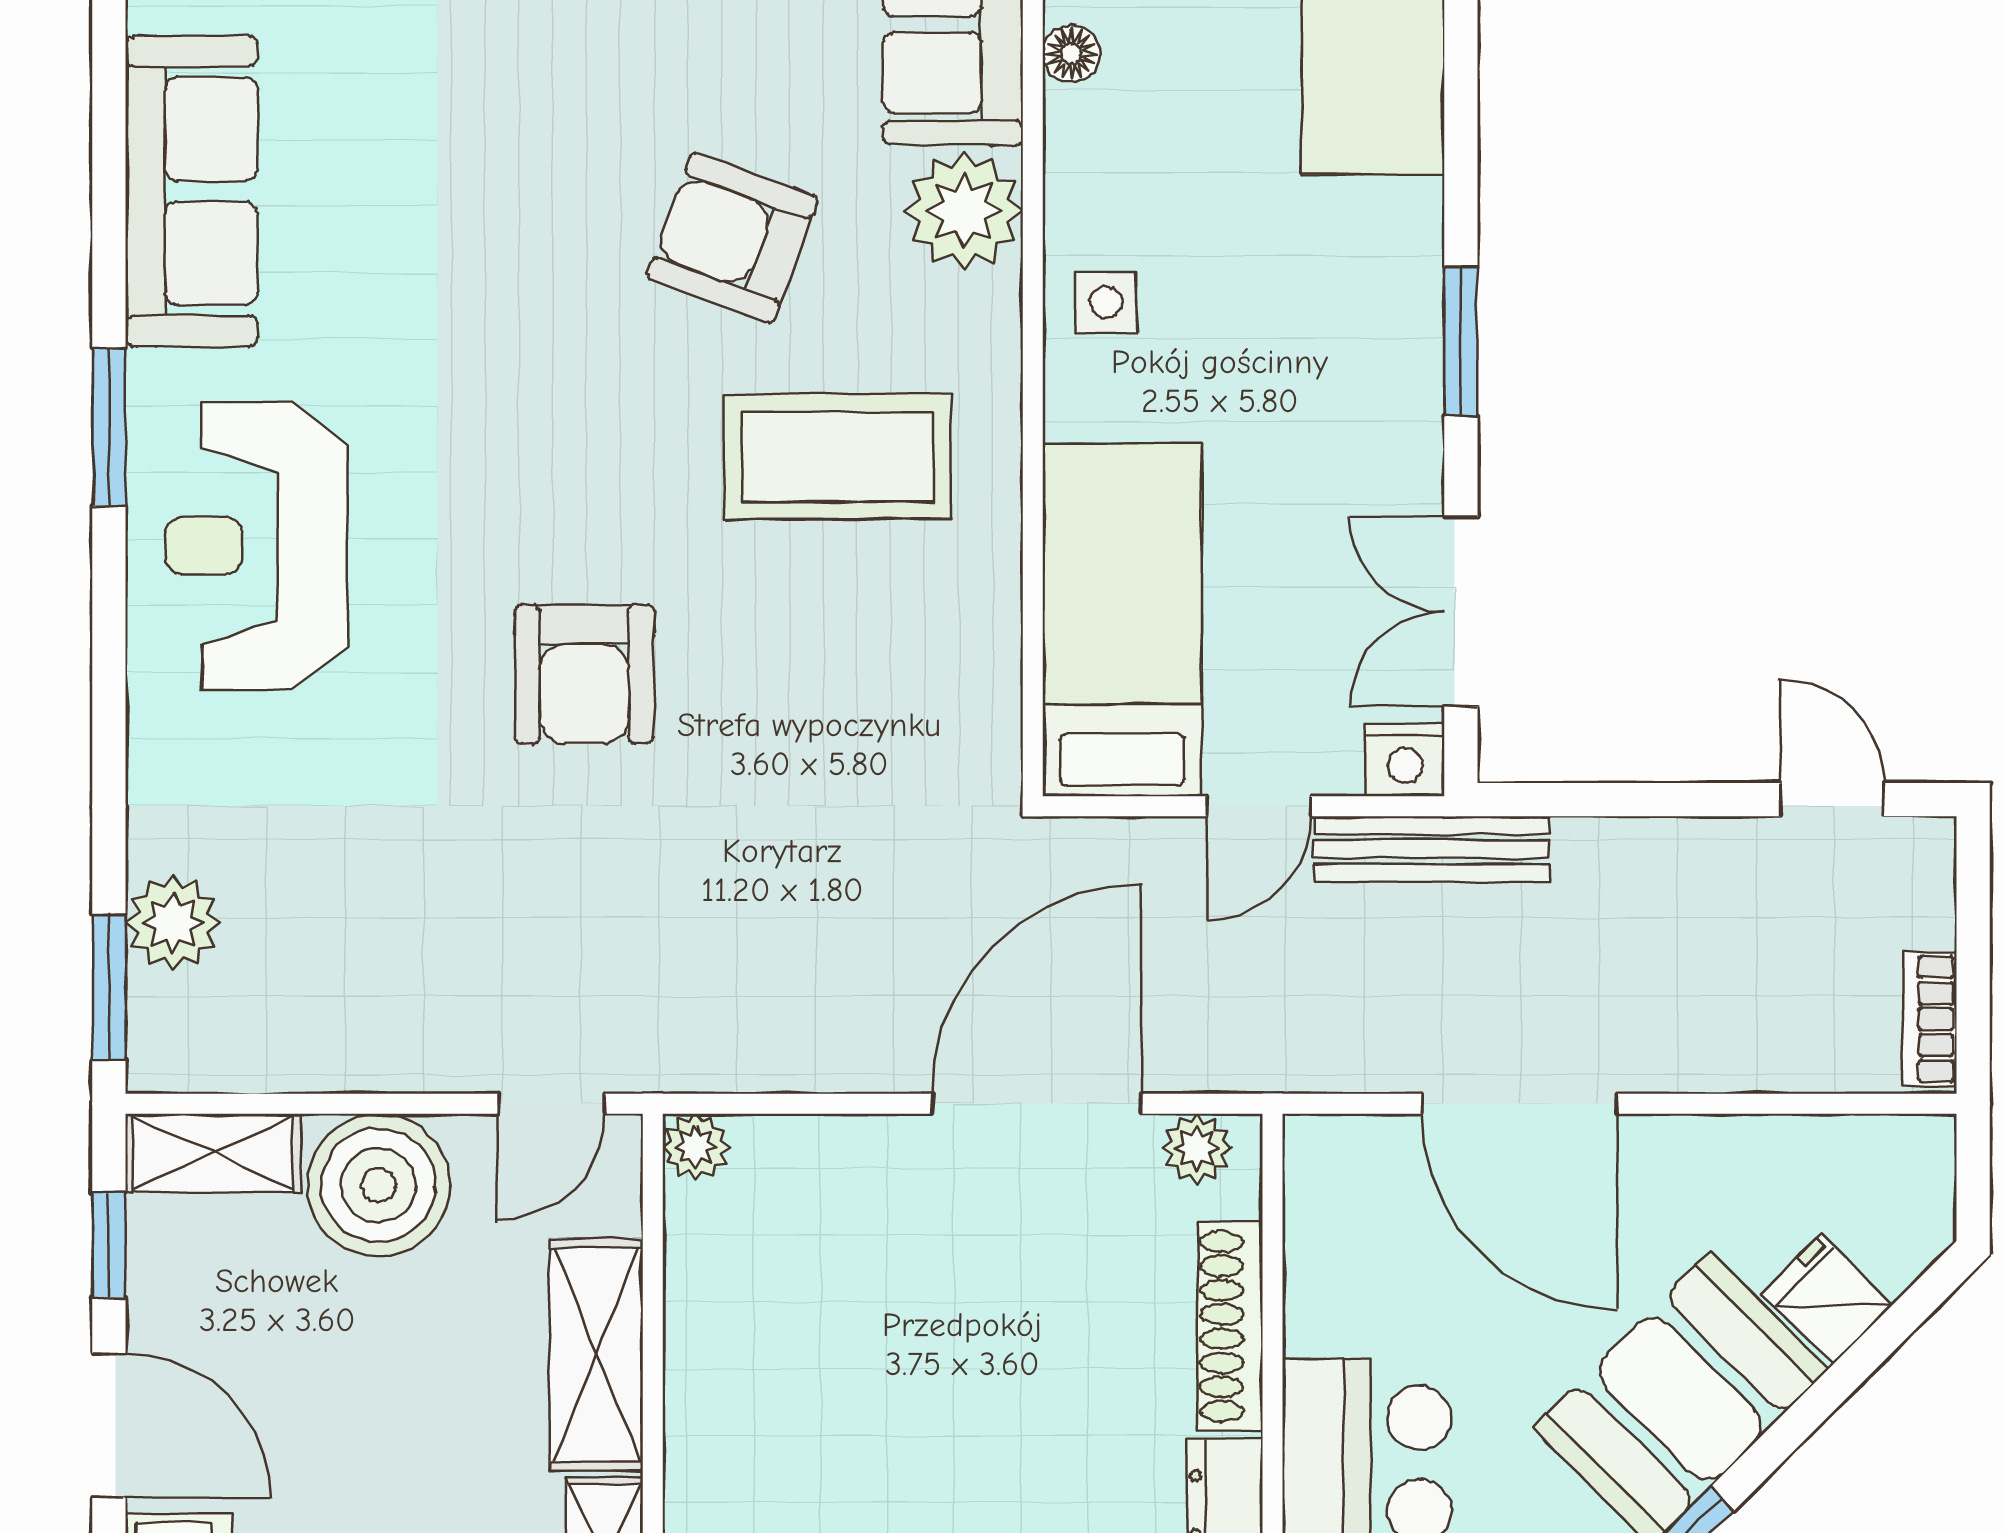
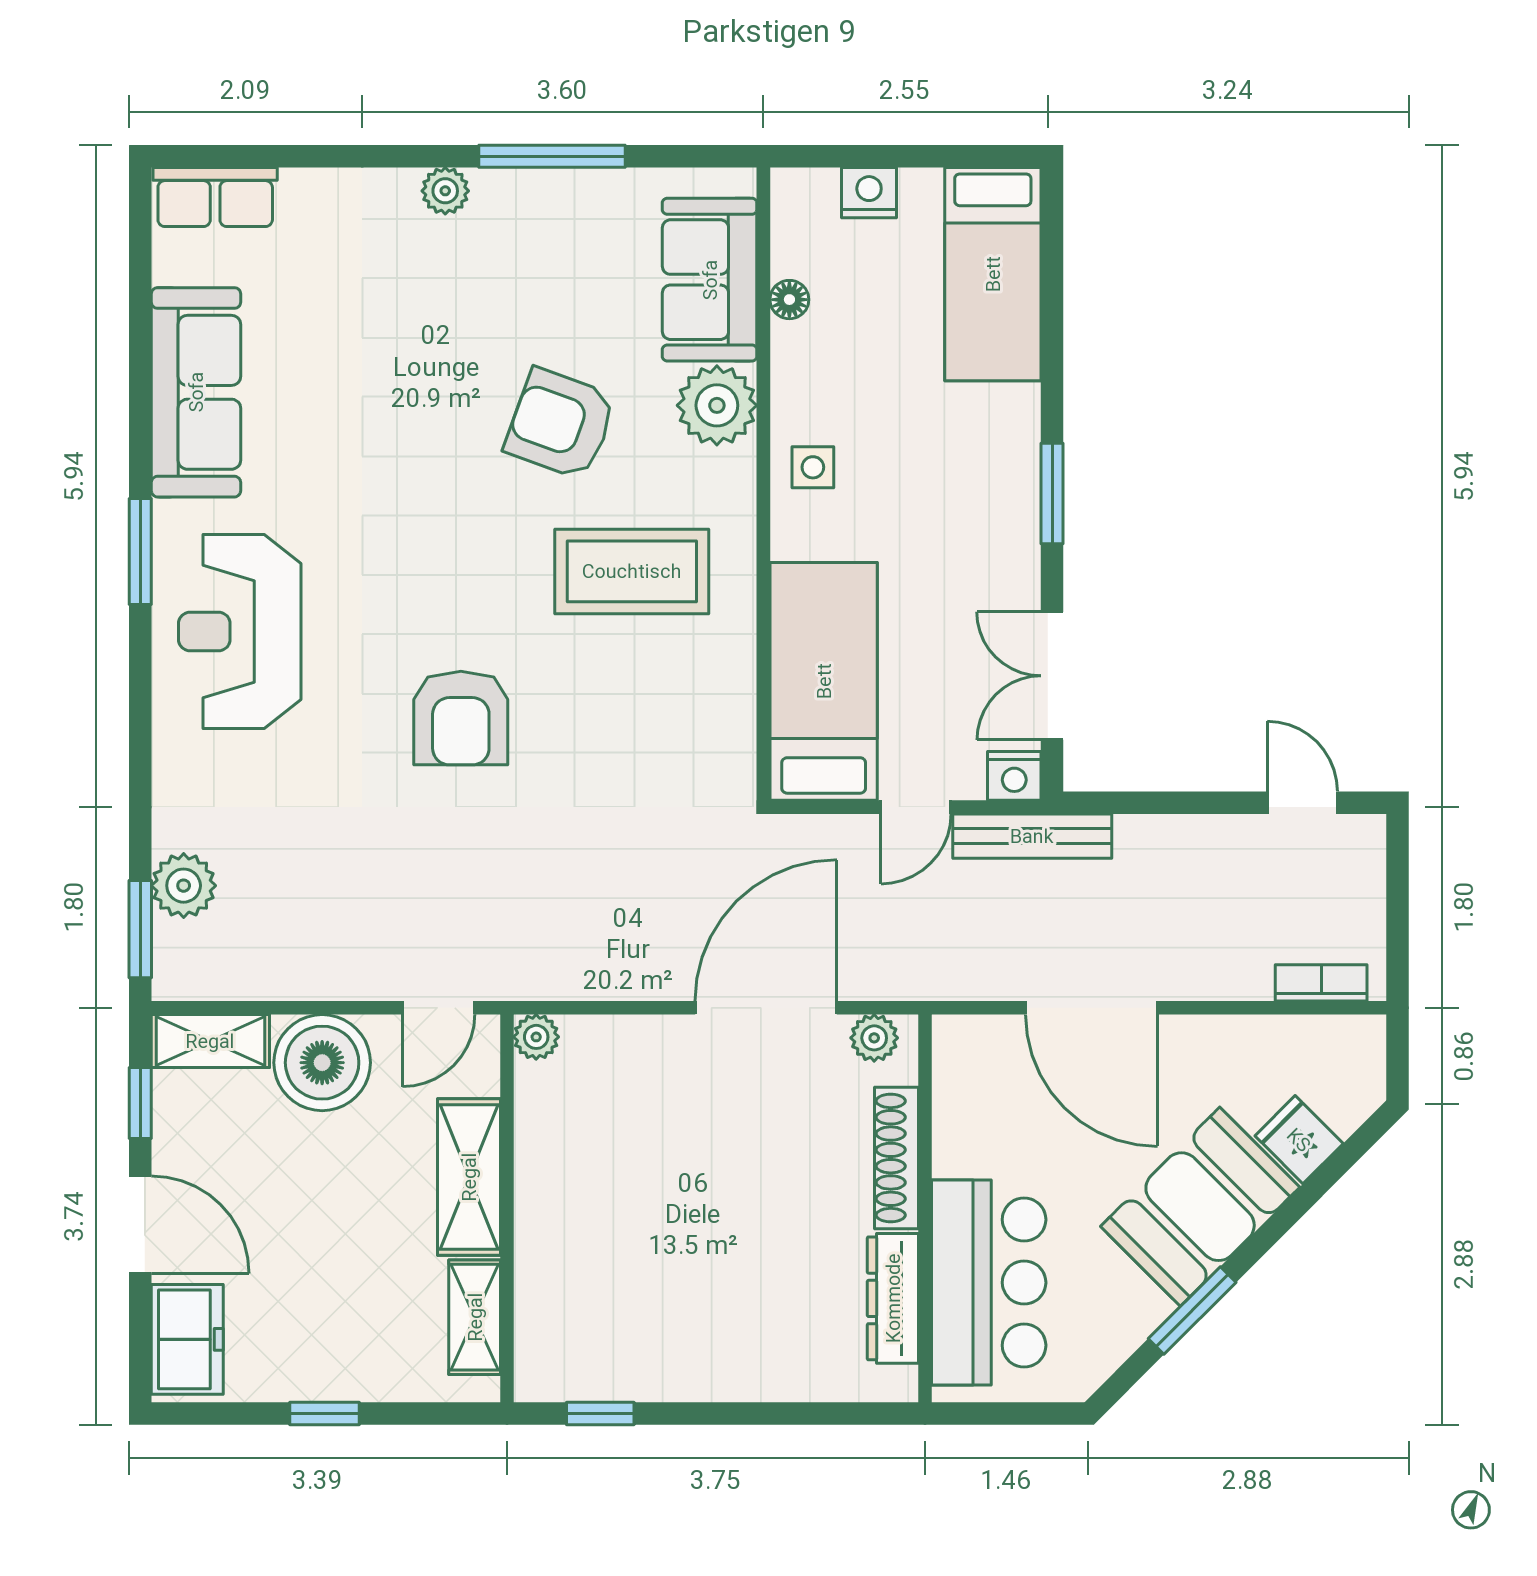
bookcase: (1930, 1019) -> (1321, 983), moved, turned 90

